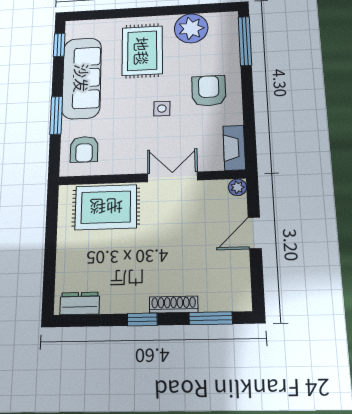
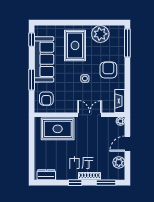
plant: (238, 273) -> (119, 162), added

